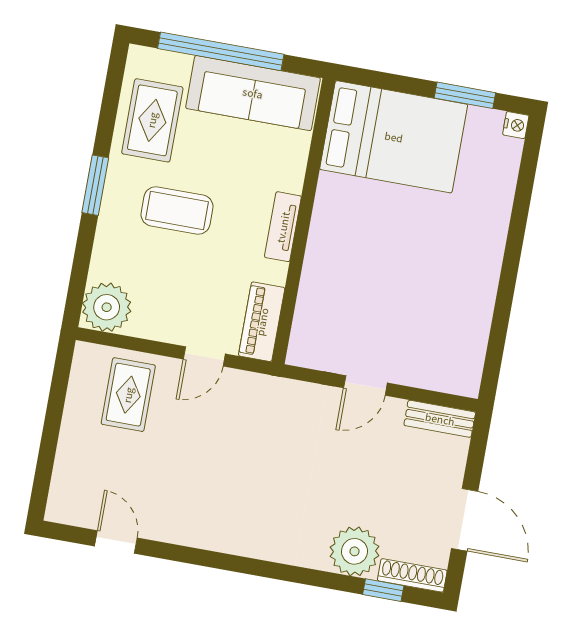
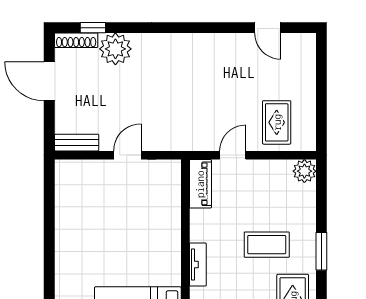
tv unit: (283, 227) -> (198, 265), moved
plant: (107, 307) -> (304, 171), width x0.73, depth x0.73

